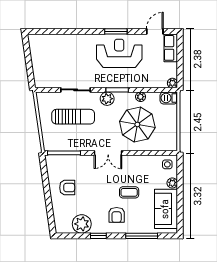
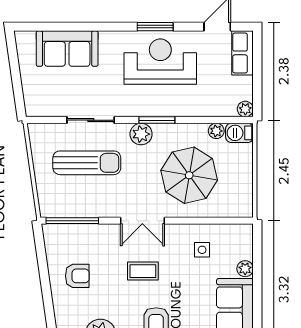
sofa: (61, 45) -> (67, 49), added
plant: (141, 97) -> (216, 131), moved
side table: (167, 164) -> (202, 250), moved
coffee table: (129, 192) -> (143, 271), moved

